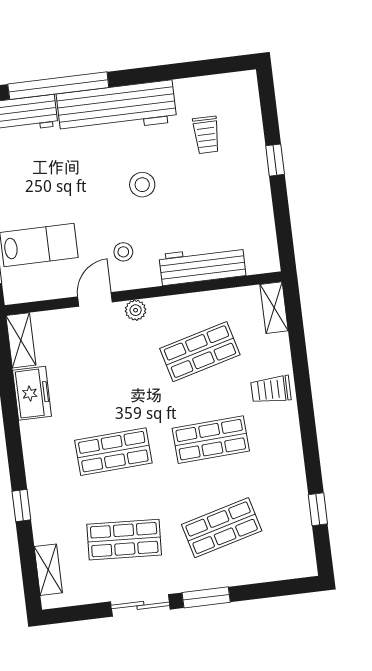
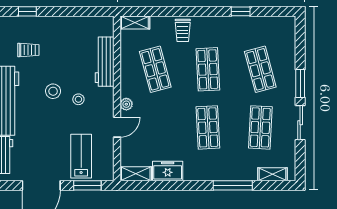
window: (275, 160) -> (27, 11), moved
stool: (123, 252) -> (78, 99), moved
door: (95, 299) -> (117, 127), swing flipped
window: (21, 505) -> (233, 185), width x2.17
window: (318, 509) -> (241, 11), moved

